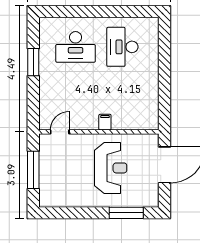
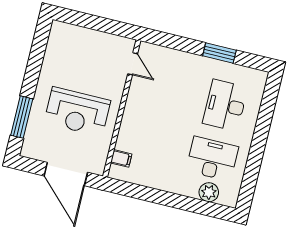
plant: (151, 43) -> (209, 192), added
filing cabinet: (105, 122) -> (121, 158), moved
window: (33, 170) -> (97, 23), removed

